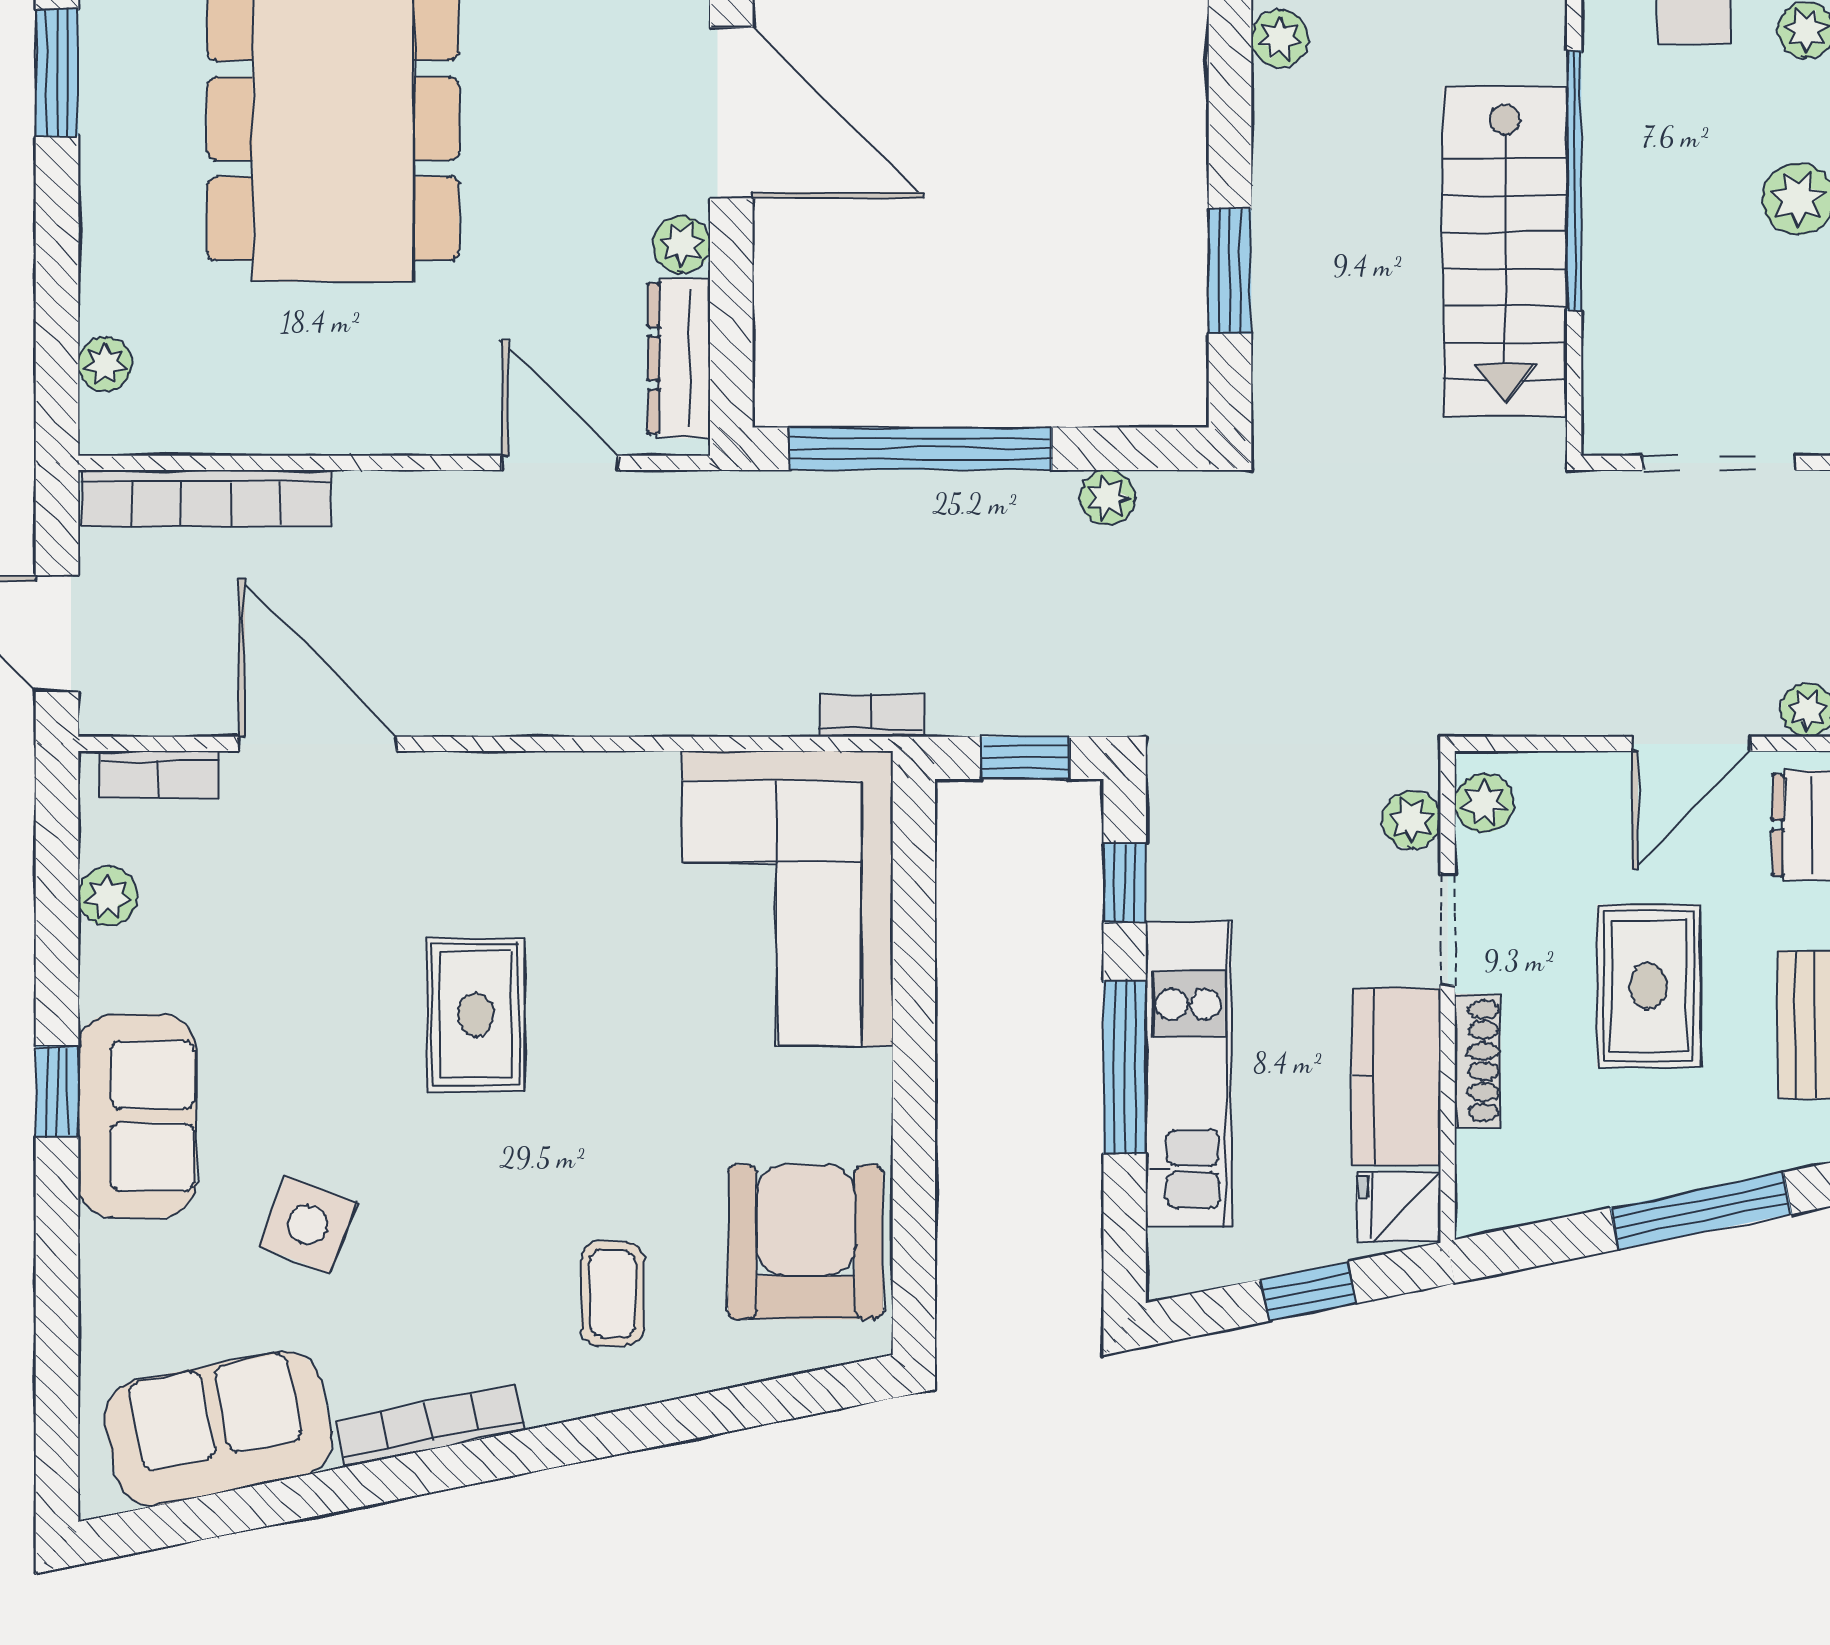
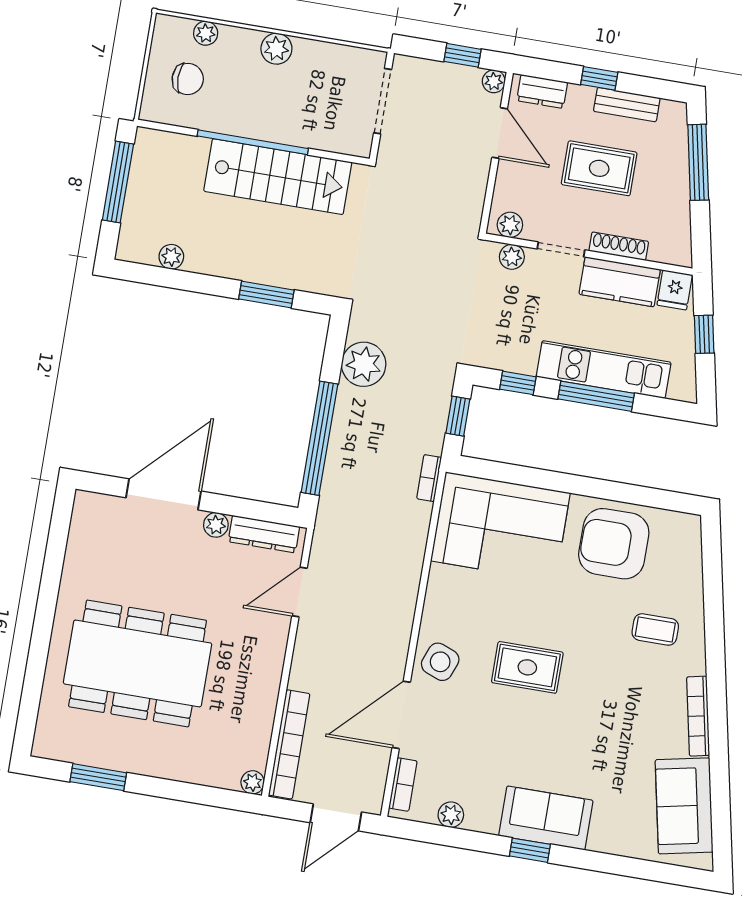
plant: (105, 364) -> (253, 782), moved
plant: (1108, 497) -> (364, 364), width x1.88, depth x1.88
side table: (308, 1224) -> (440, 662), moved
armchair: (806, 1242) -> (614, 544), moved

